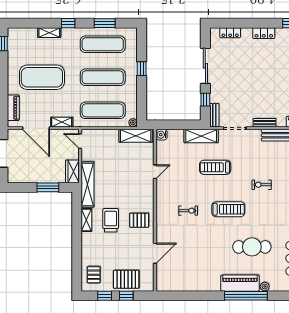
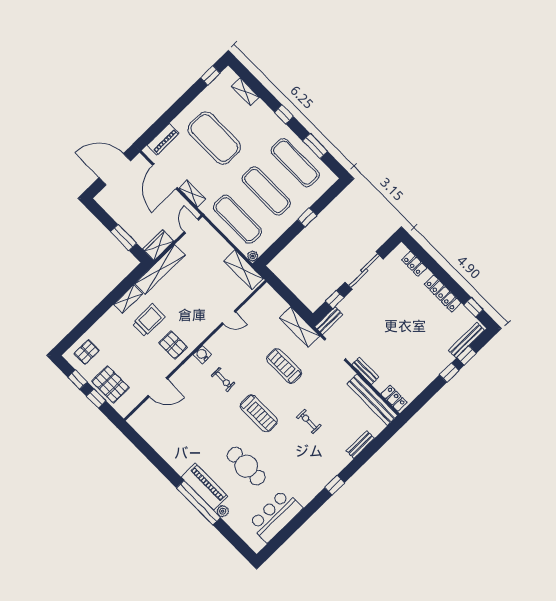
shelving: (49, 33) -> (245, 92), moved
locker: (264, 33) -> (443, 293), width x1.53
water cooler: (162, 135) -> (202, 355), moved

